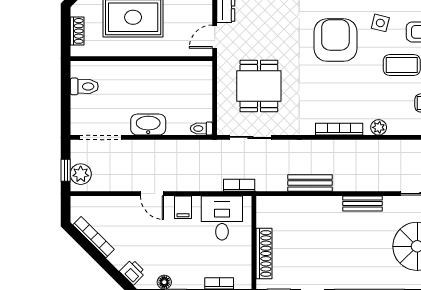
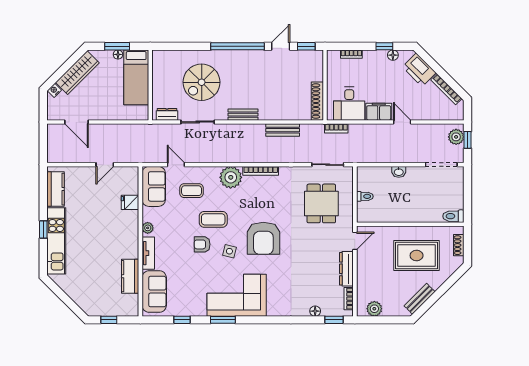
toilet: (84, 86) -> (453, 216), moved
washbasin: (148, 125) -> (399, 172), width x0.52, depth x0.69
plant: (379, 127) -> (231, 177), width x1.88, depth x1.88
toilet: (201, 128) -> (365, 196), moved
filing cabinet: (183, 207) -> (379, 112), width x2.00
shoe rack: (264, 253) -> (317, 101), moved
printer: (133, 272) -> (419, 70), width x1.87, depth x1.48

